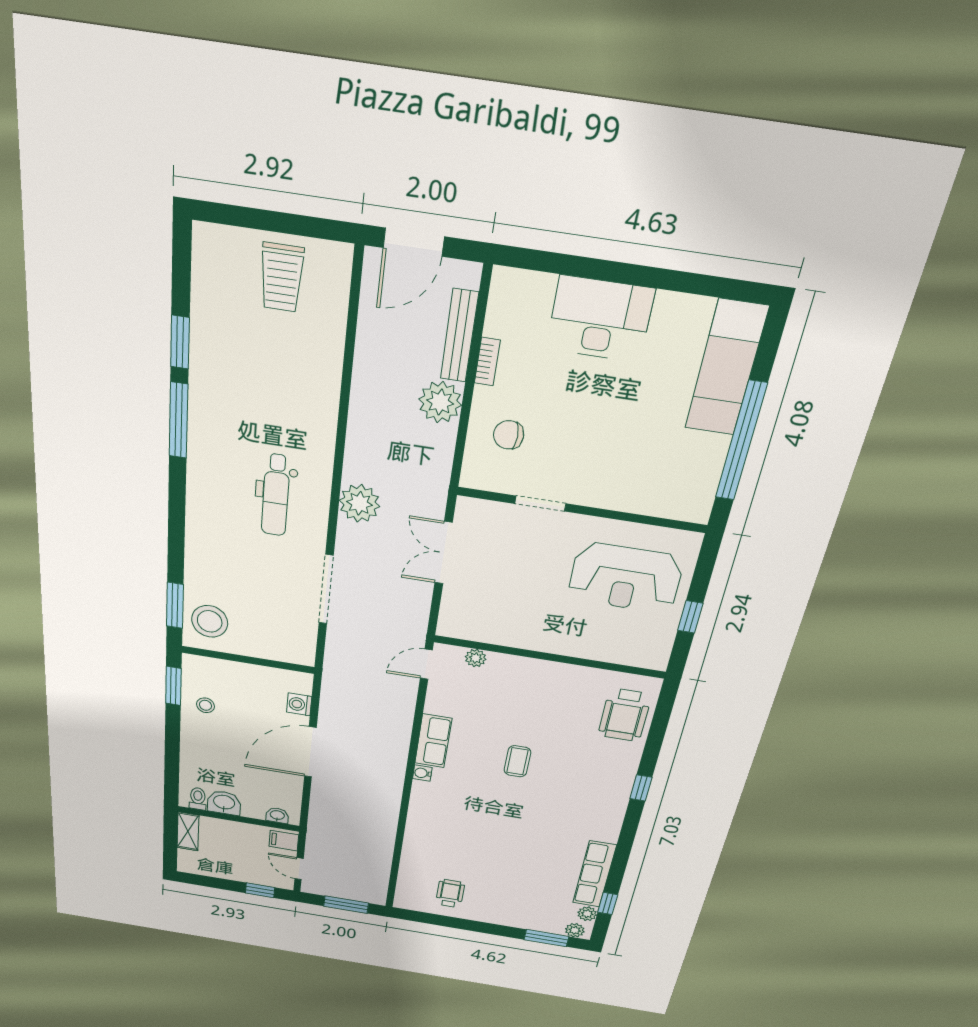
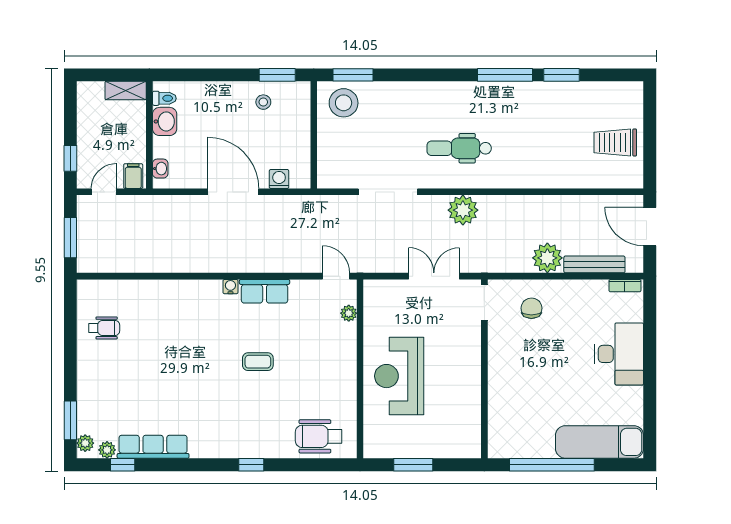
bookcase: (487, 362) -> (625, 286), moved
doorway: (540, 504) -> (484, 303), moved
reception desk: (625, 578) -> (399, 376), moved
window: (690, 617) -> (413, 465), width x1.50

